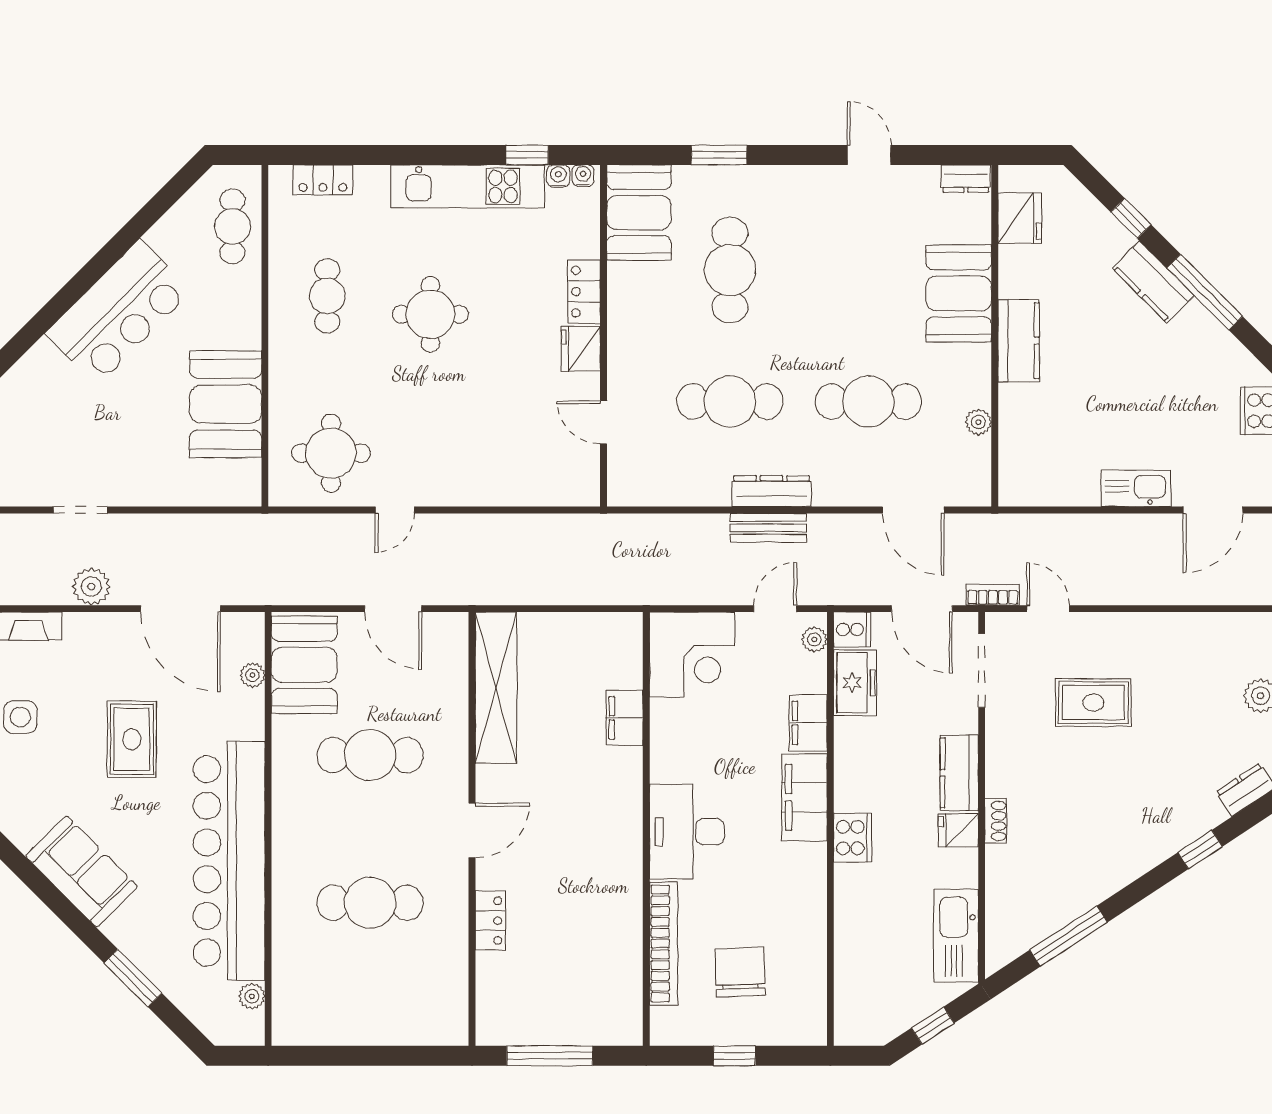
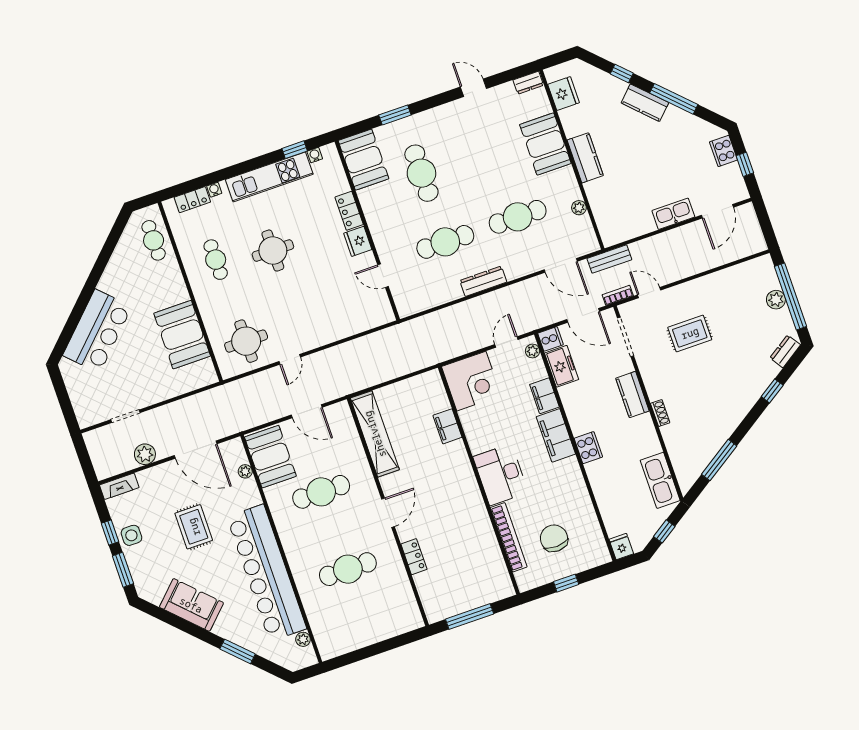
water cooler: (583, 176) -> (214, 190), moved
bar counter: (119, 312) -> (97, 331), moved
bench: (768, 528) -> (609, 259), moved
fridge: (958, 830) -> (621, 547), moved, turned 90

